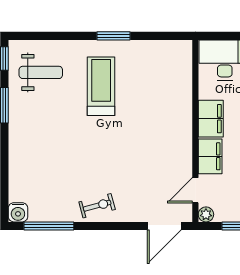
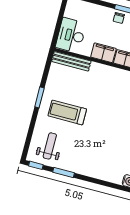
bench: (184, 71) -> (71, 61), added

